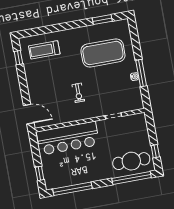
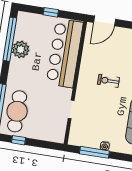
window: (141, 73) -> (94, 152), moved
window: (40, 173) -> (51, 12), moved
plant: (78, 177) -> (21, 50), added

